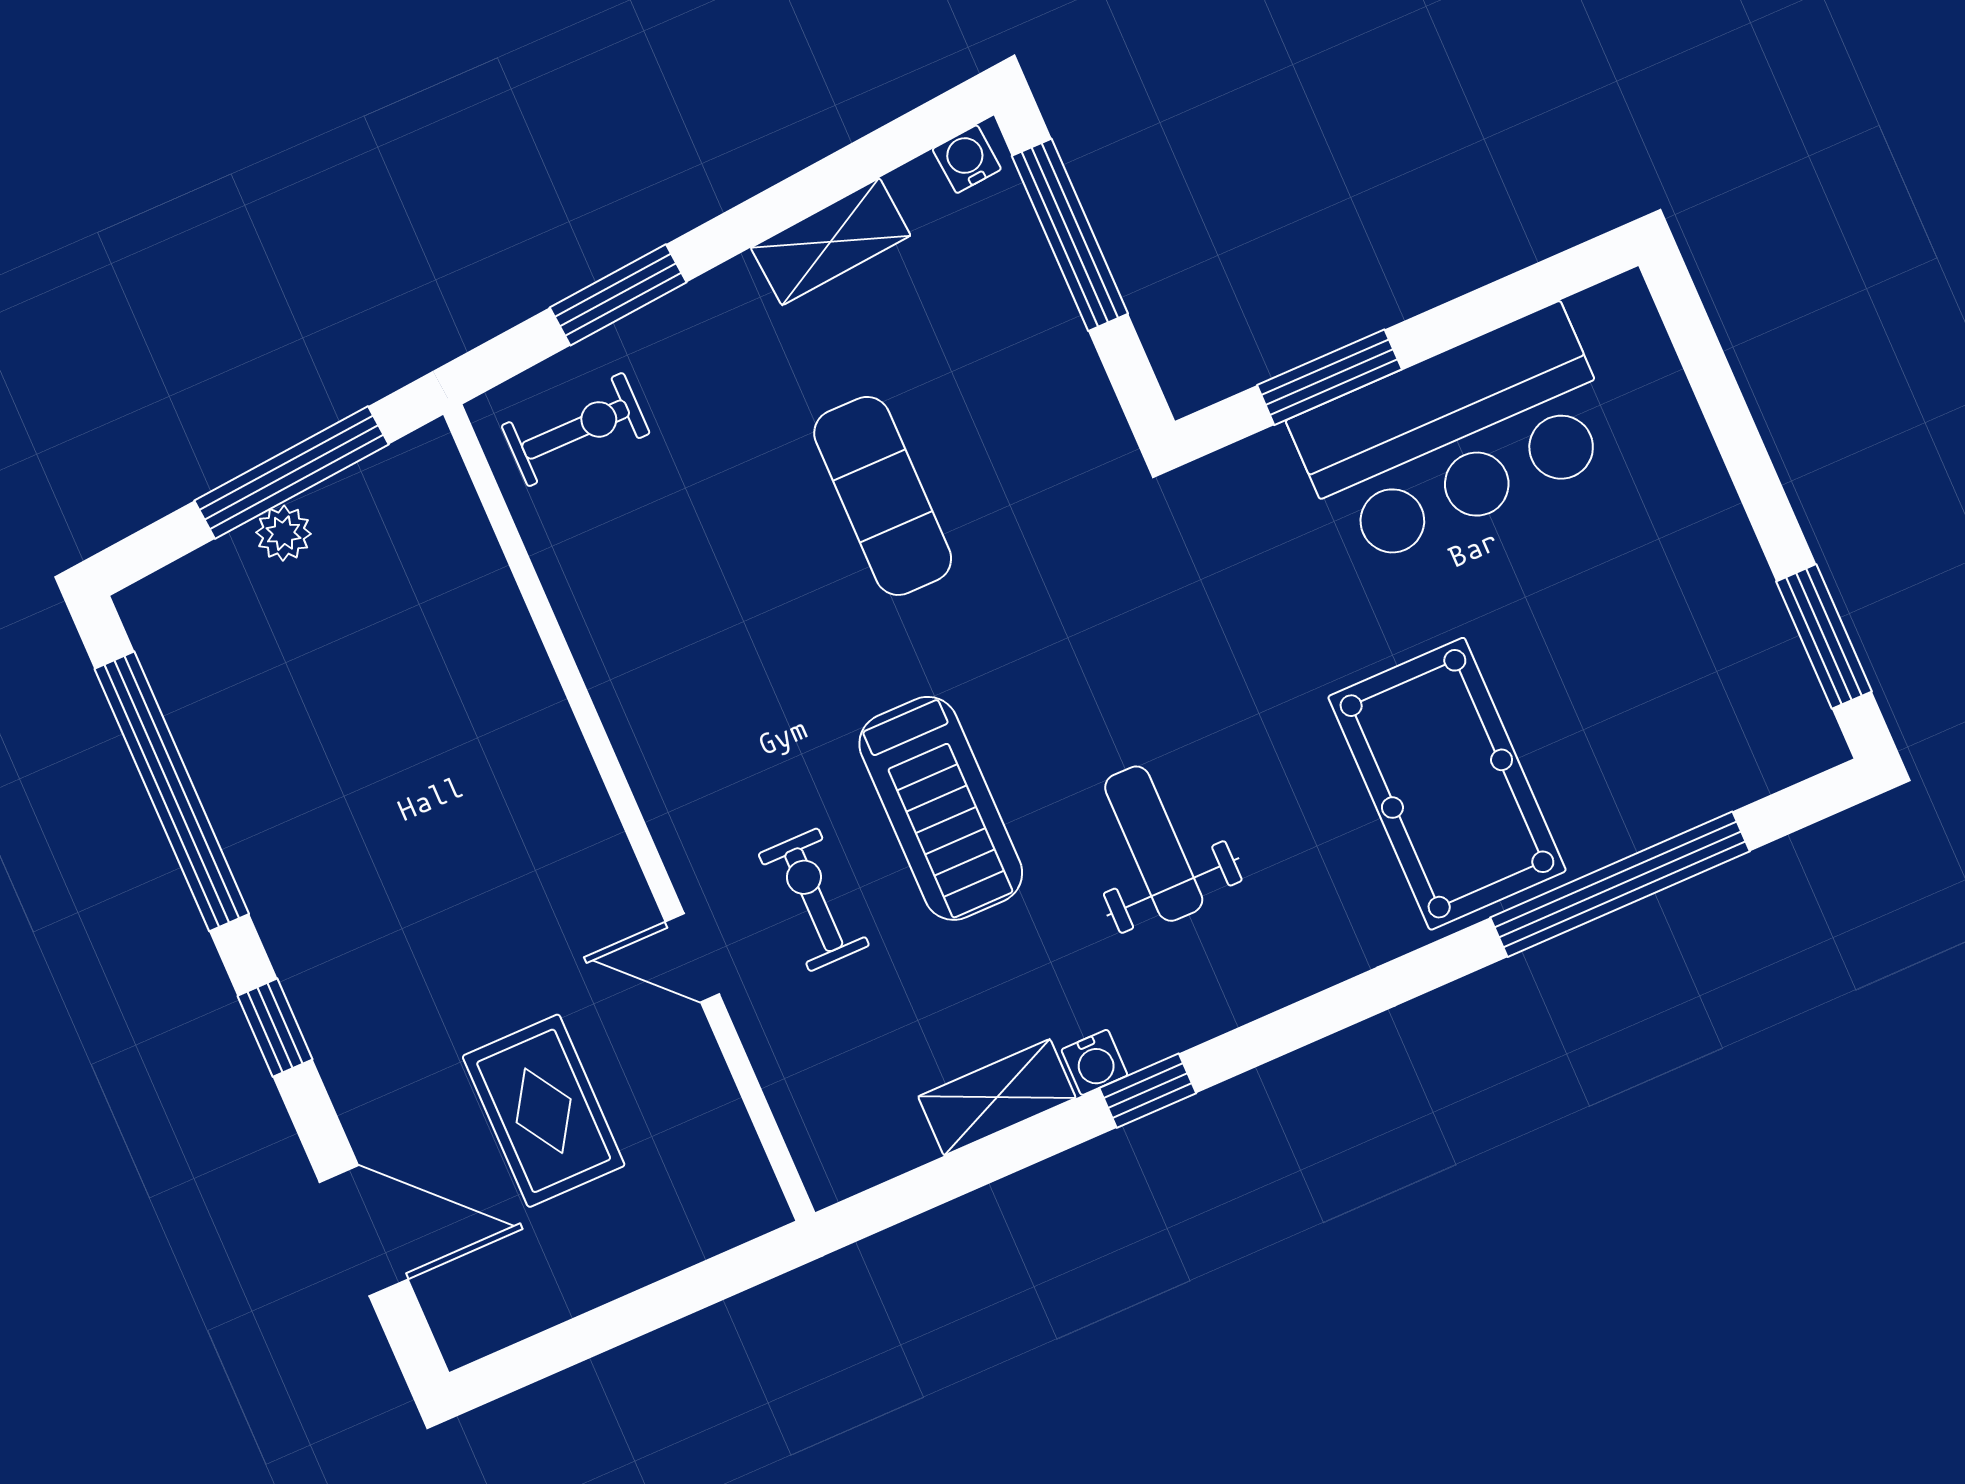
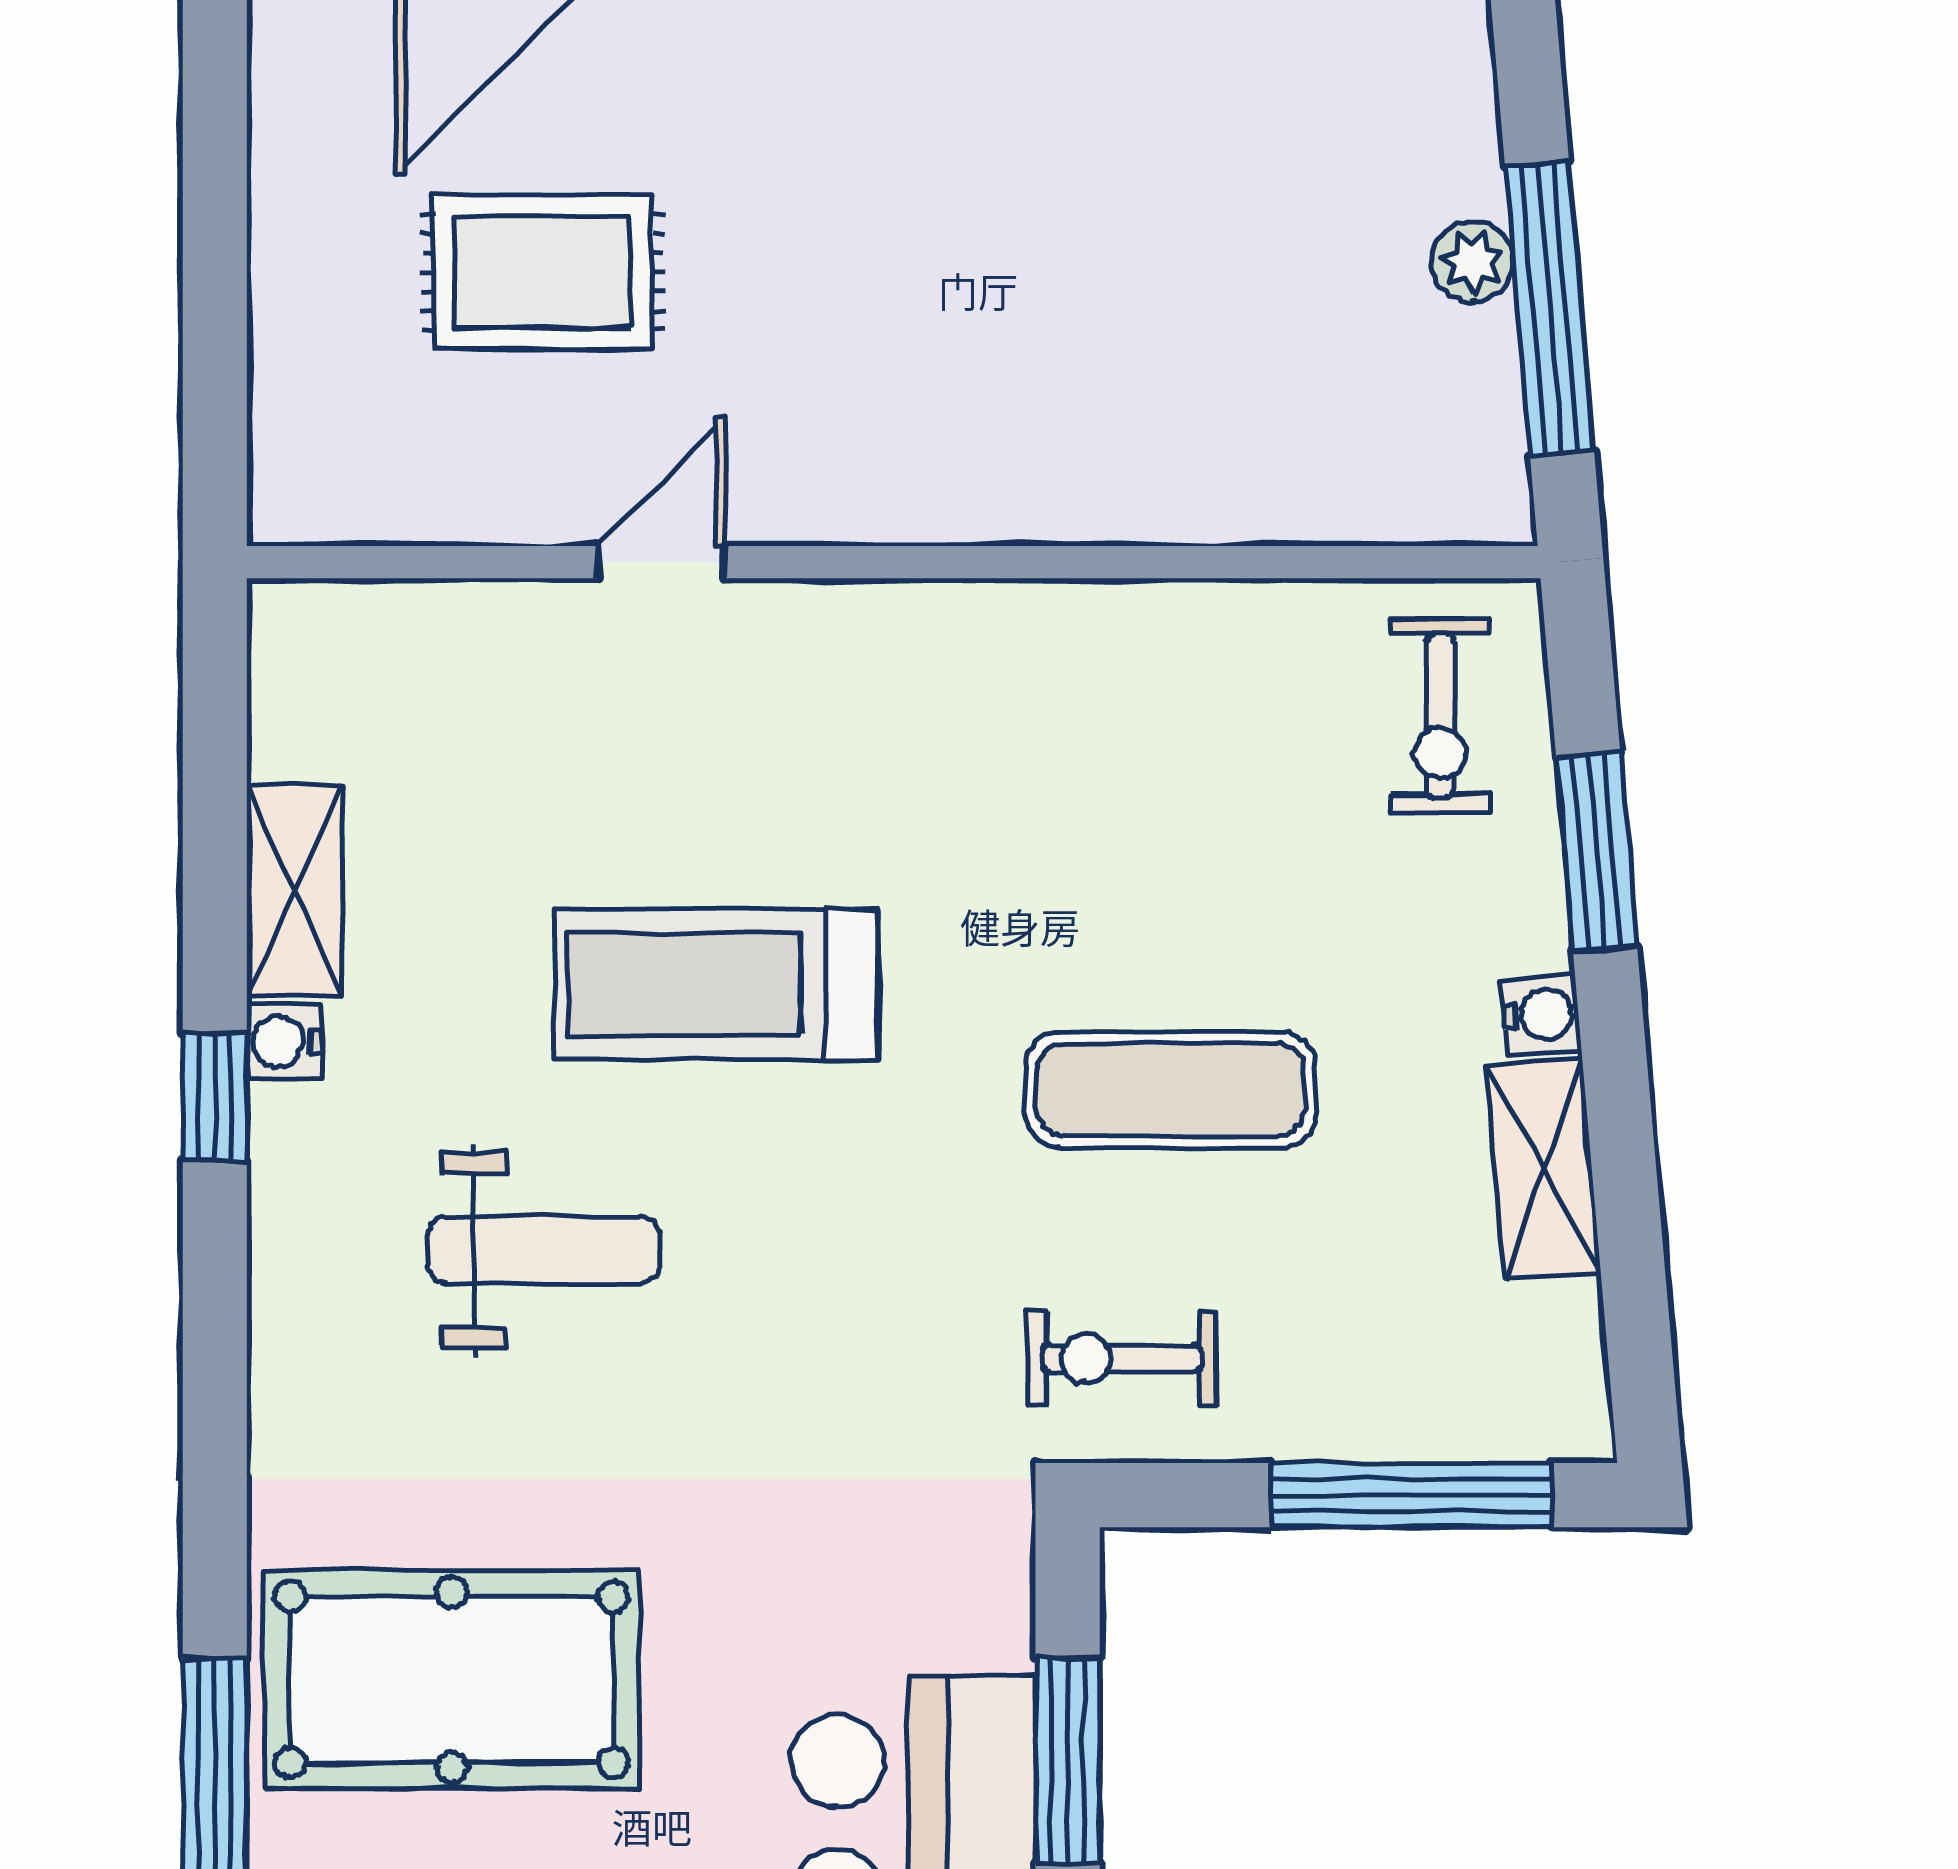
water cooler: (967, 159) -> (1541, 1015), moved
exercise bike: (814, 900) -> (1122, 1359), moved, turned 180

